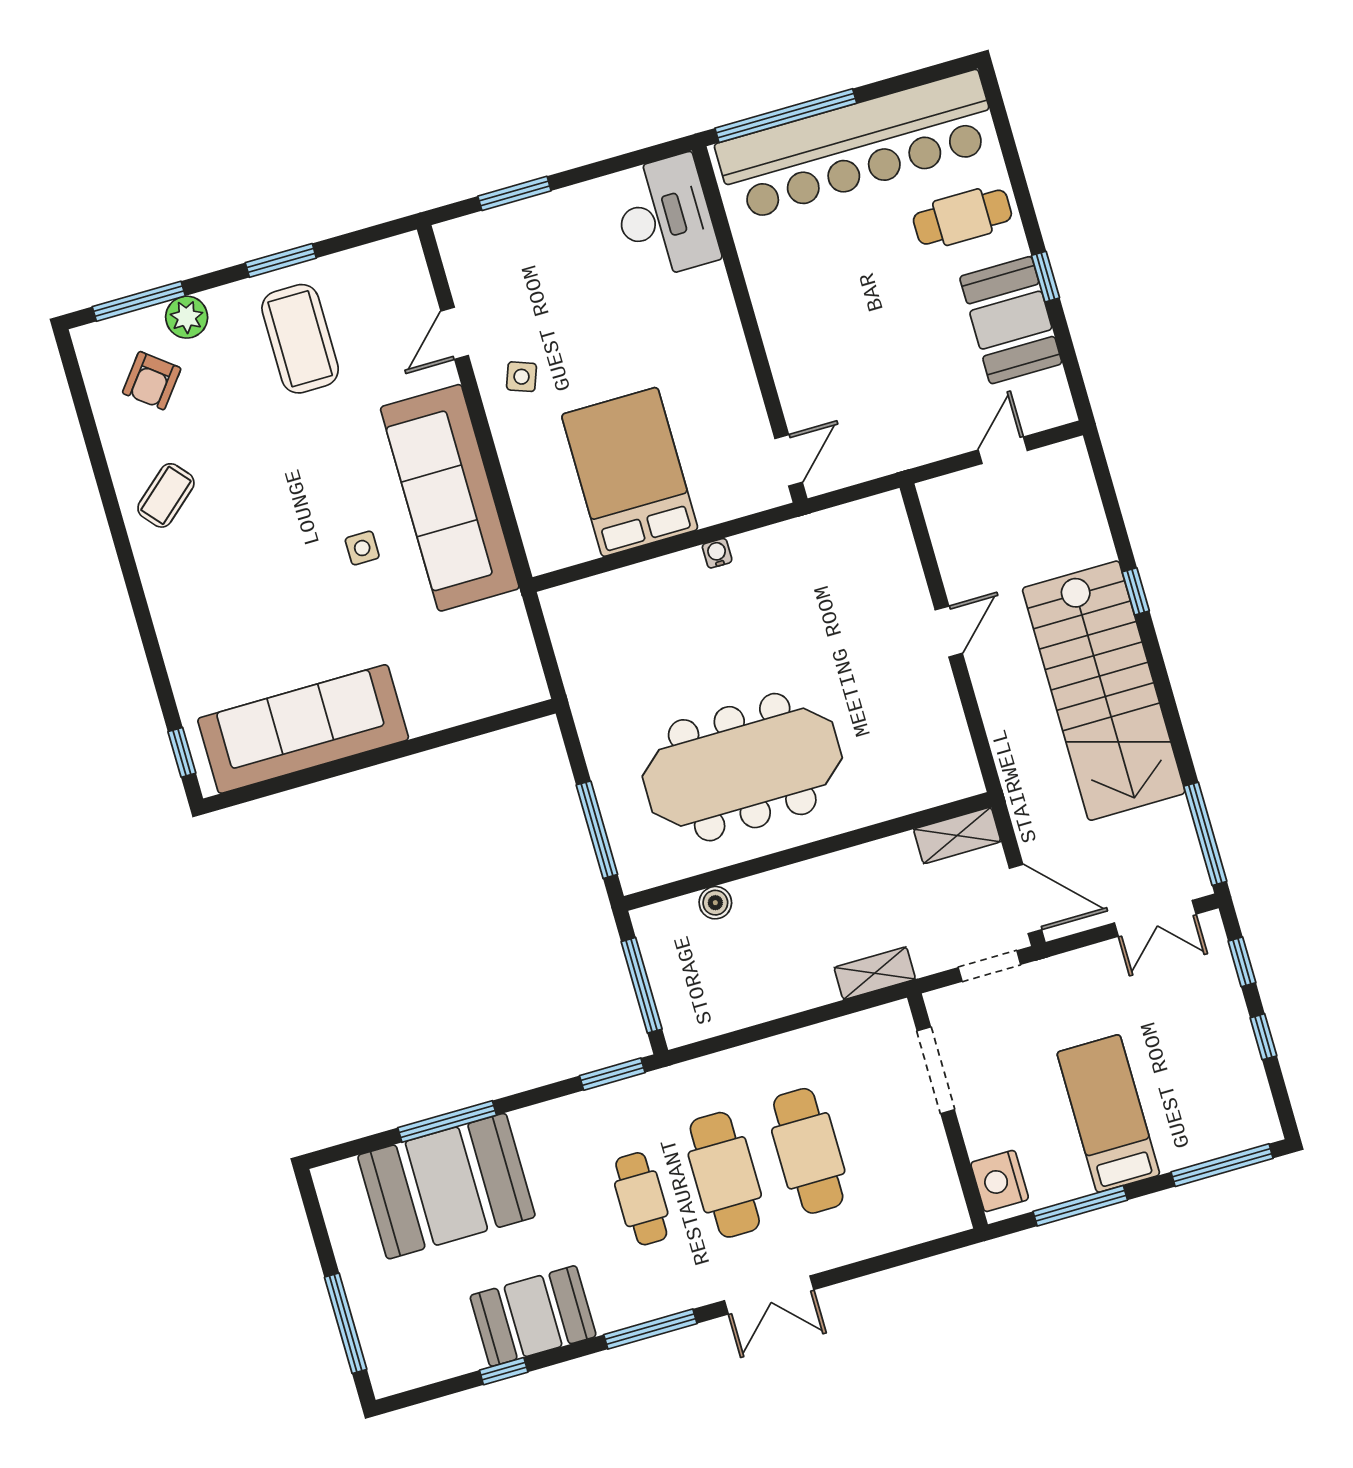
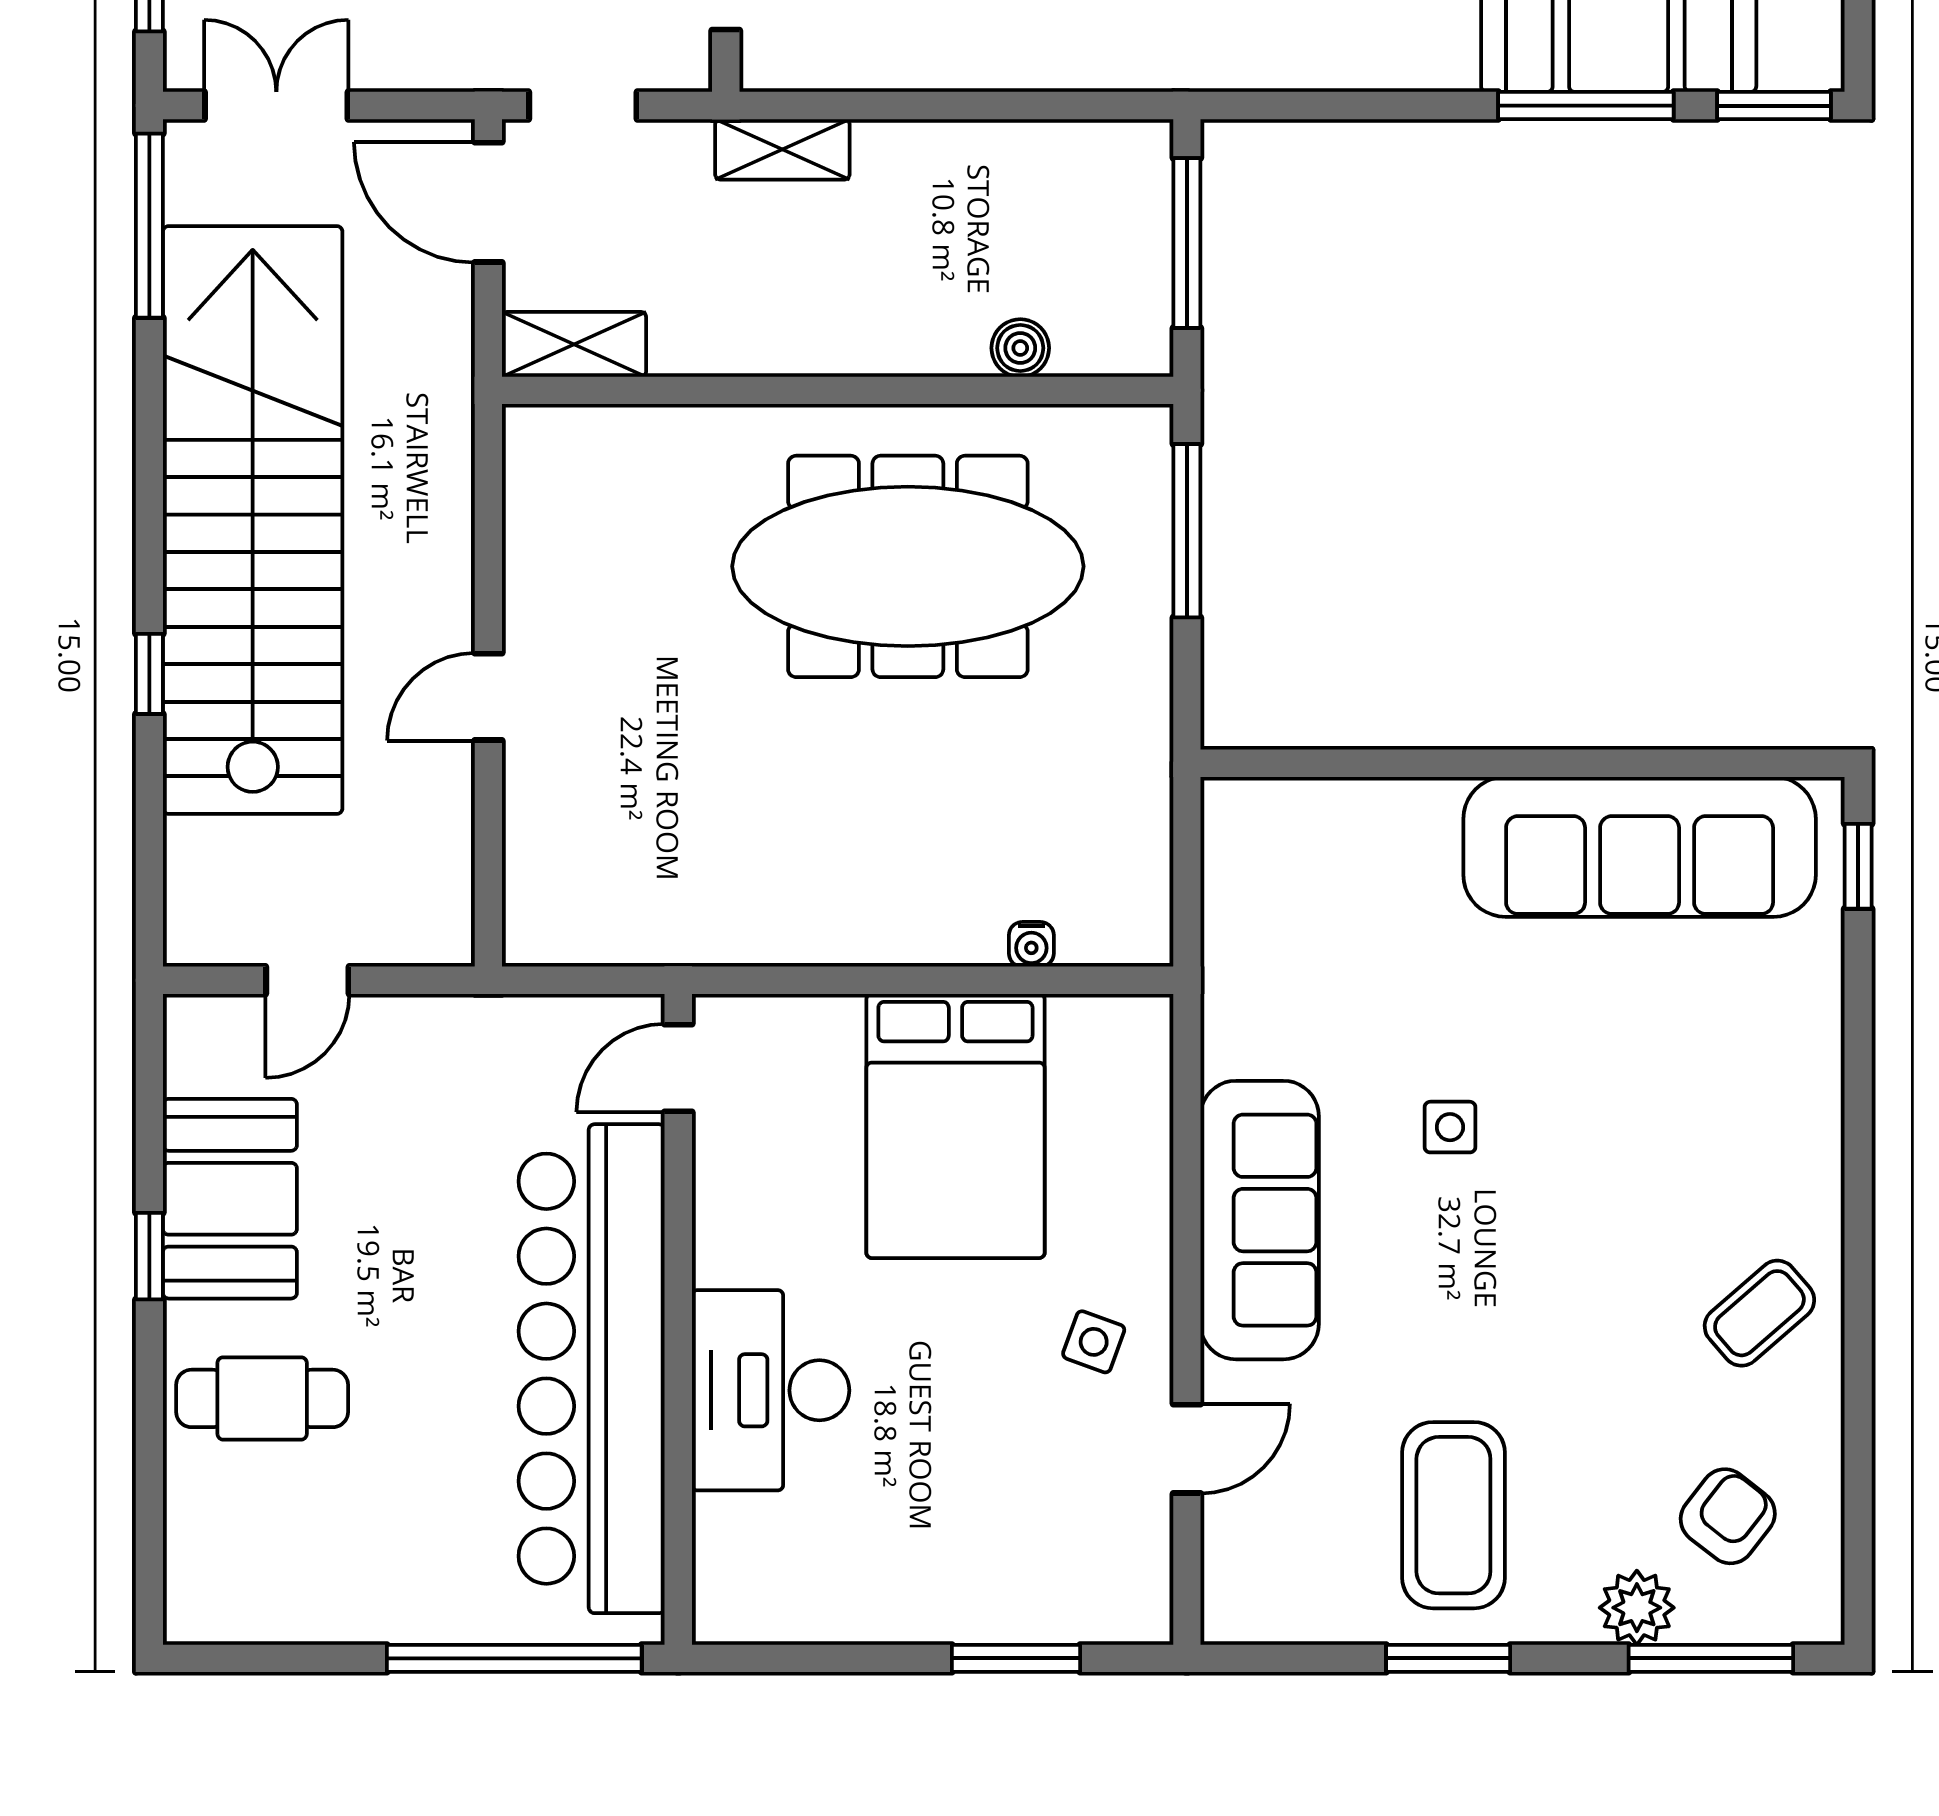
bar counter: (857, 146) -> (592, 1369), moved, turned -90
desk: (665, 217) -> (771, 1390), moved
sofa: (450, 498) -> (1260, 1220), width x0.74, depth x0.79
water cooler: (717, 553) -> (1031, 944), moved
stairs: (1104, 691) -> (253, 520), width x1.36
window: (612, 1074) -> (1774, 106), moved

